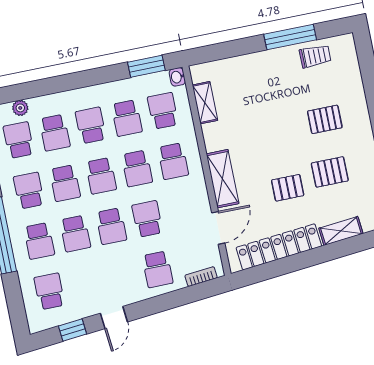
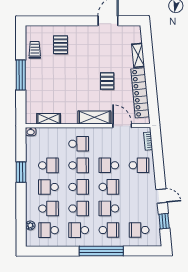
window: (290, 37) -> (21, 75), moved
window: (146, 66) -> (21, 172), moved
school desk: (163, 111) -> (48, 144), removed
pallet: (325, 119) -> (60, 45), moved
pallet: (330, 172) -> (103, 55), removed
school desk: (75, 234) -> (109, 208), turned 180

